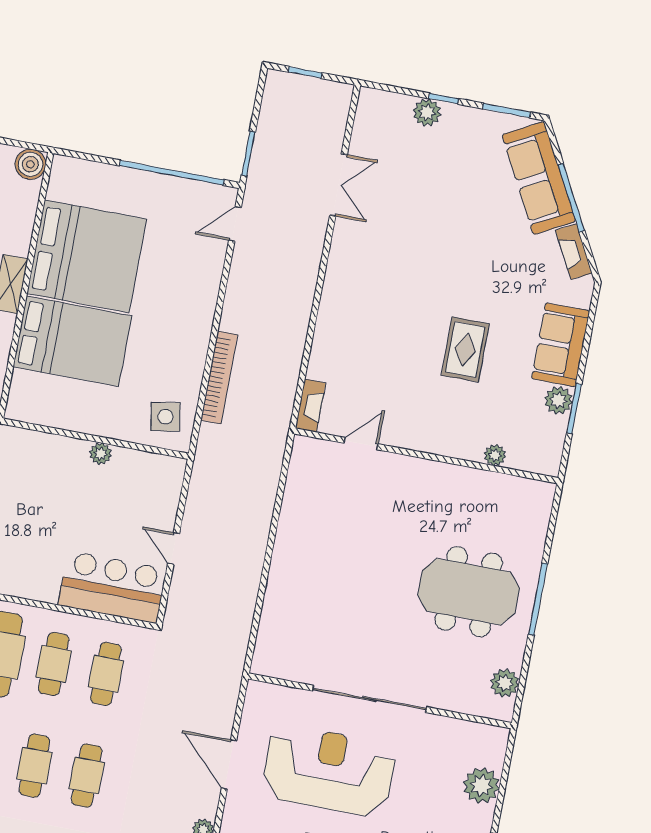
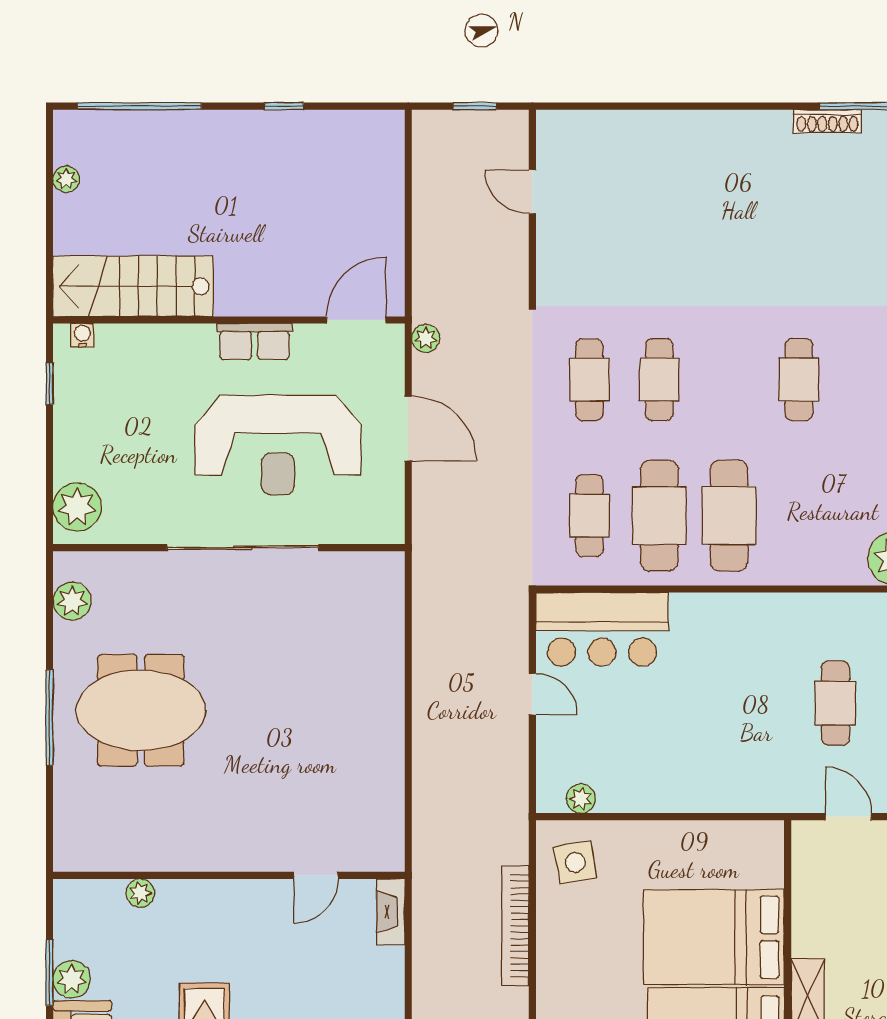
plant: (101, 454) -> (581, 799), moved
cafe table: (54, 664) -> (659, 516), width x1.37, depth x1.35
plant: (481, 786) -> (77, 507), moved

